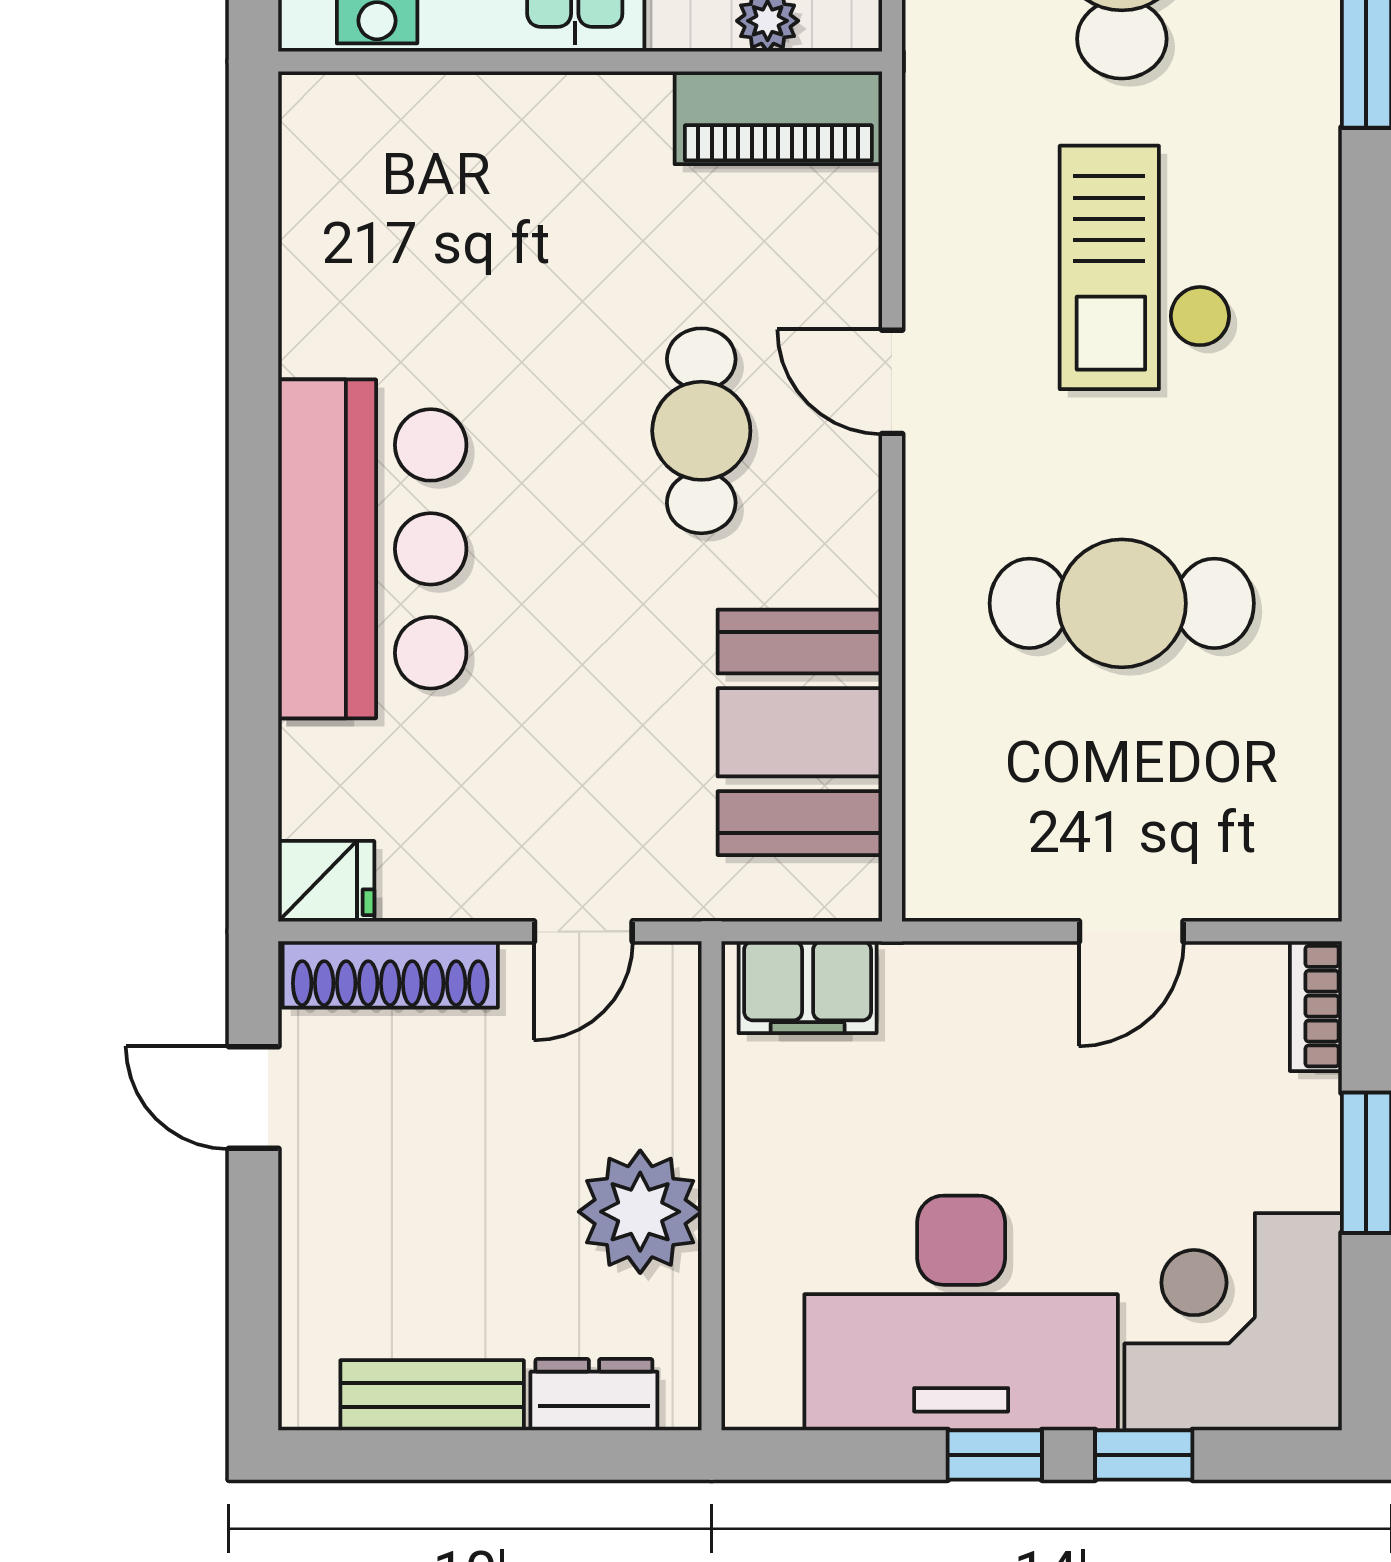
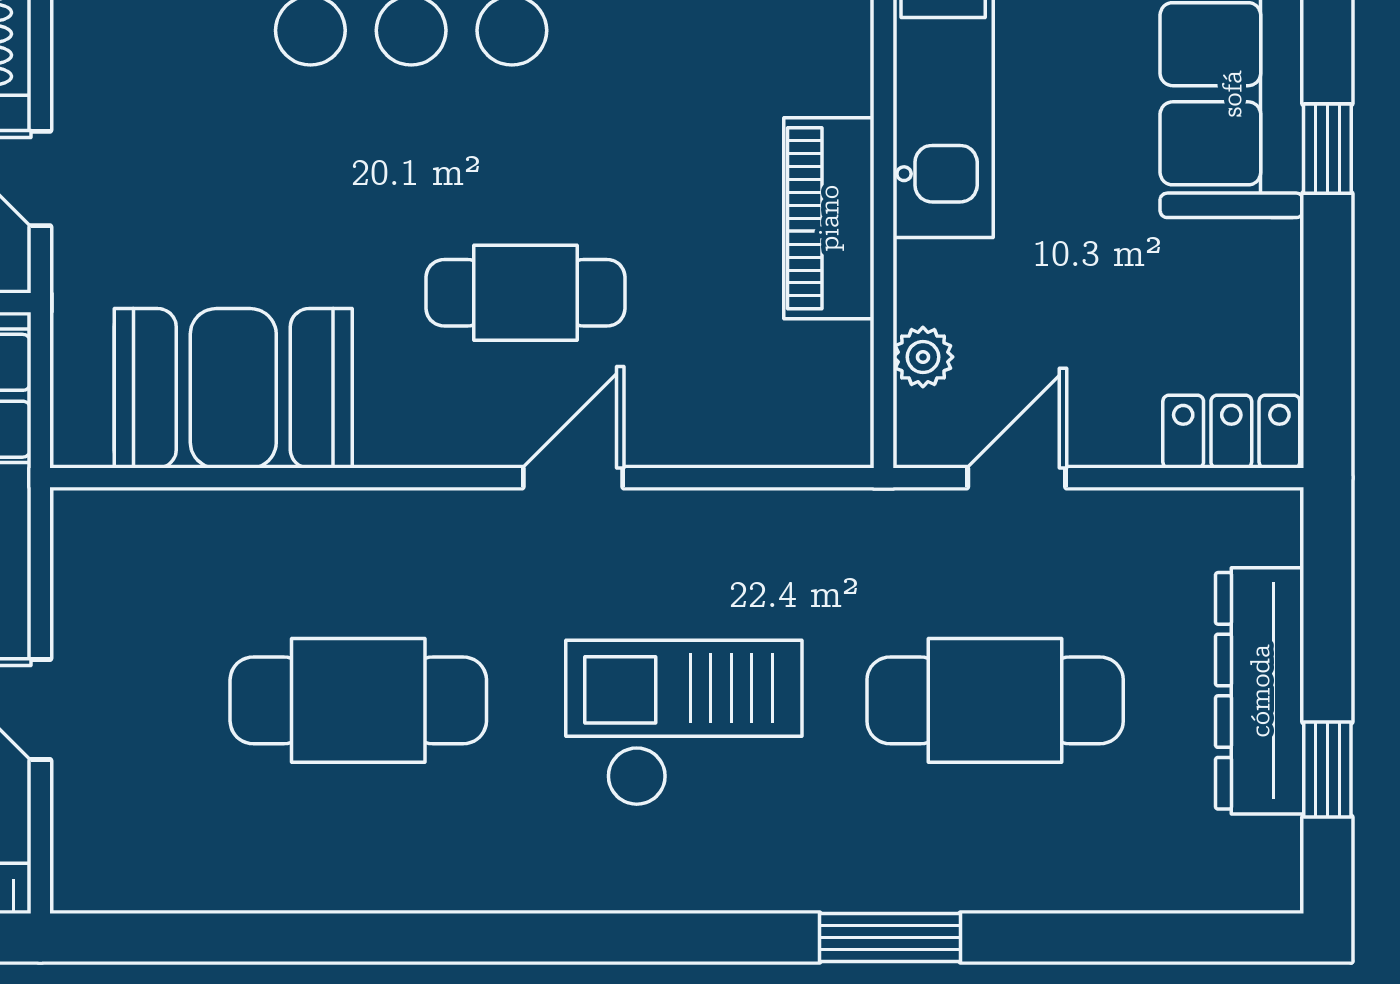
piano: (778, 118) -> (829, 218), moved
cafe table: (1122, 603) -> (358, 700), turned 90

